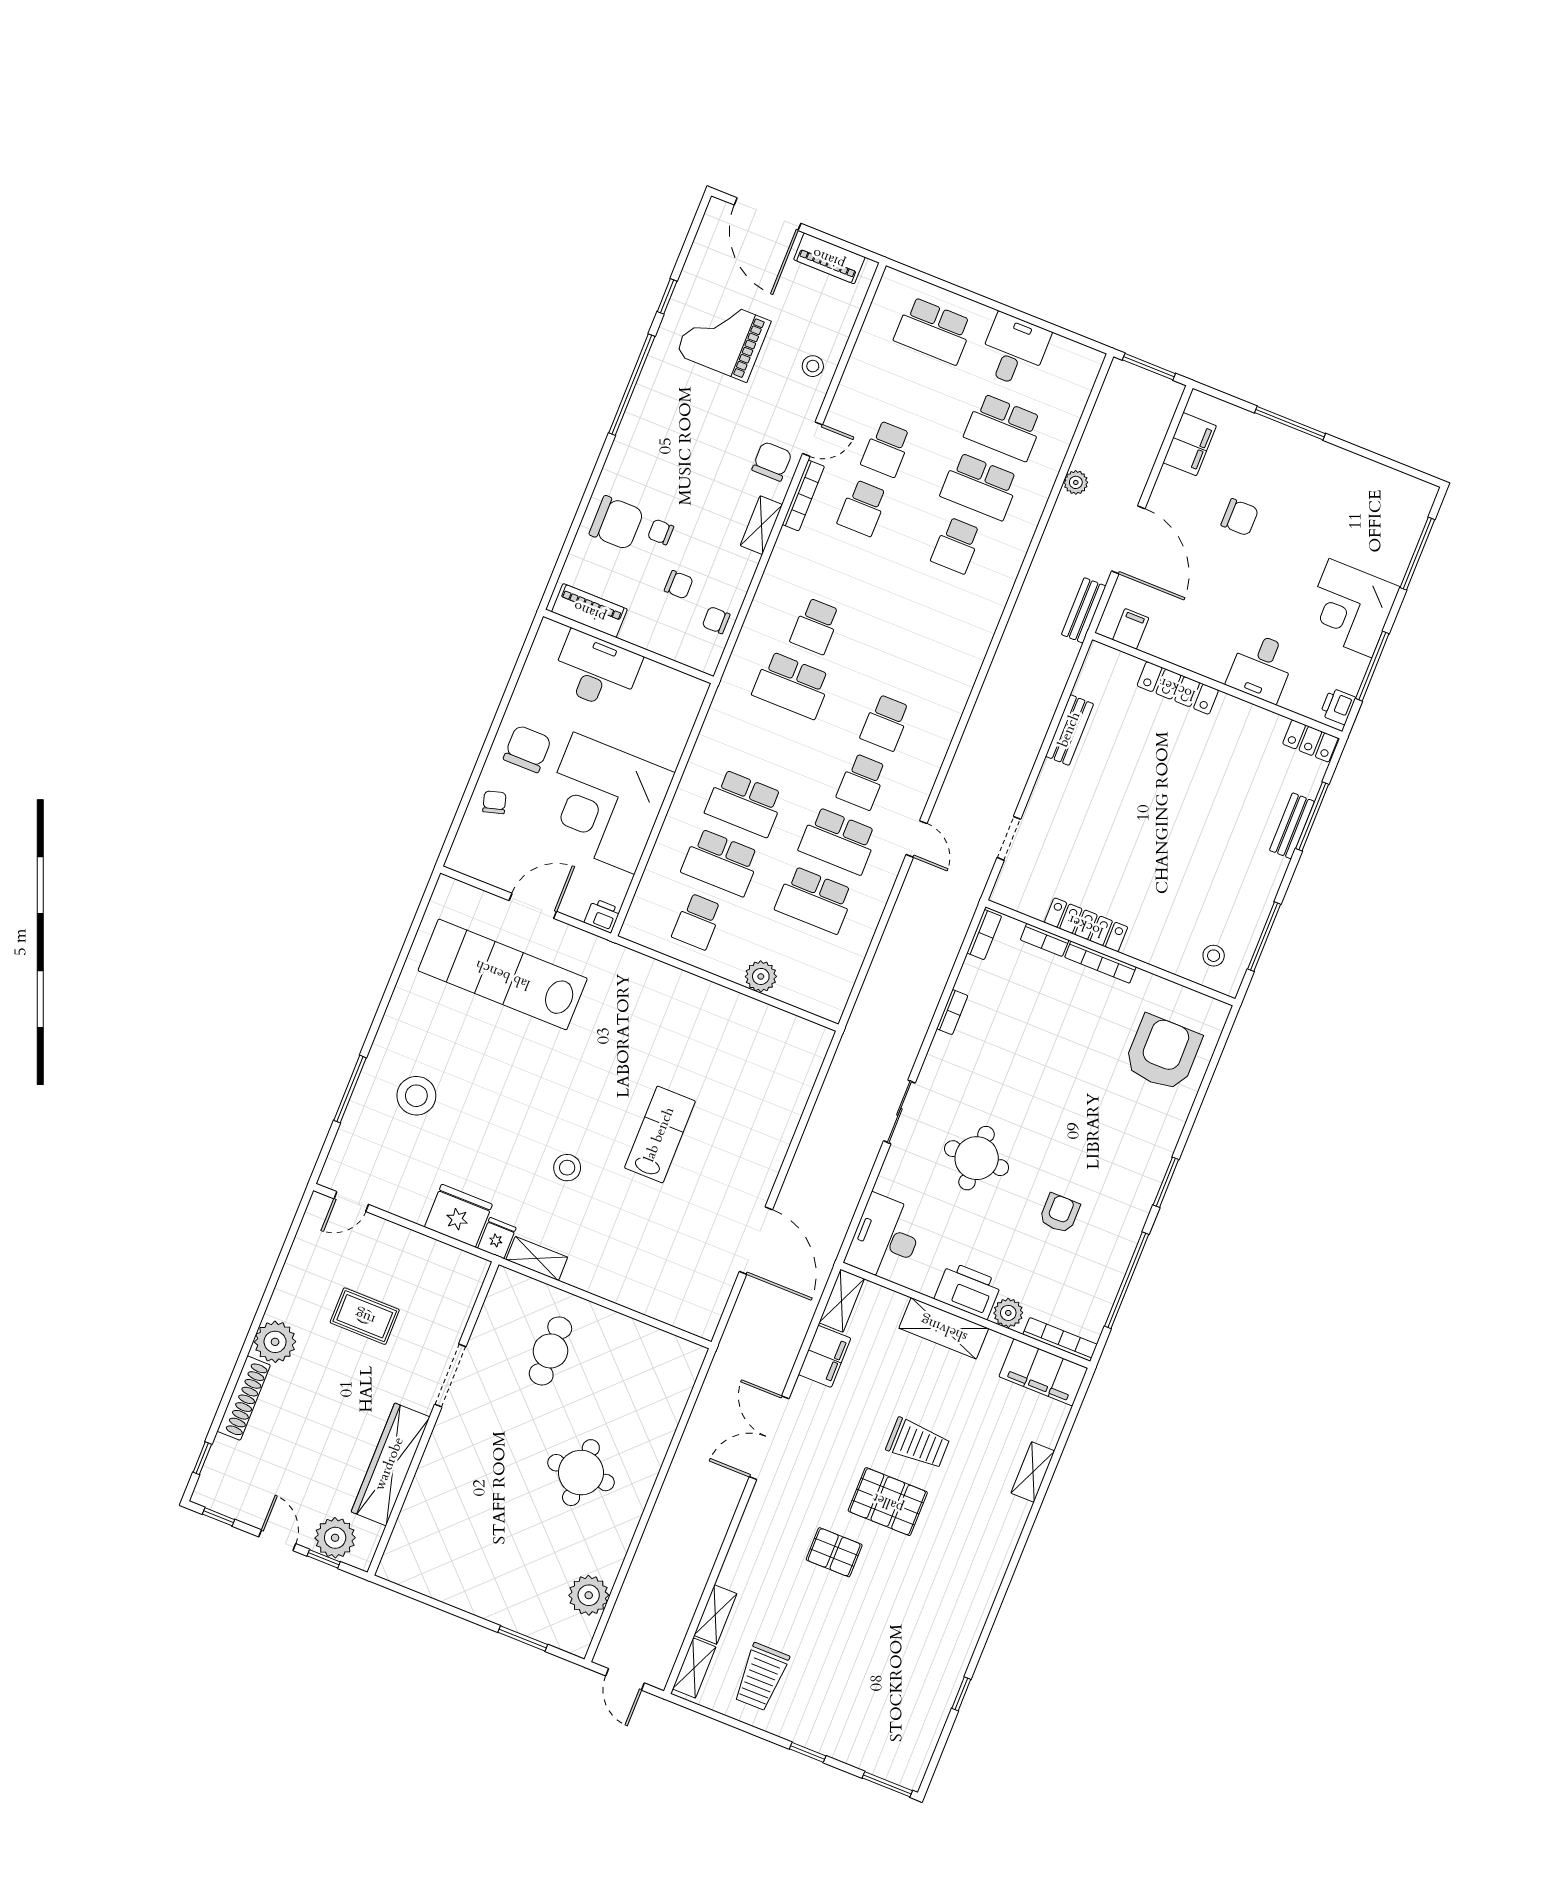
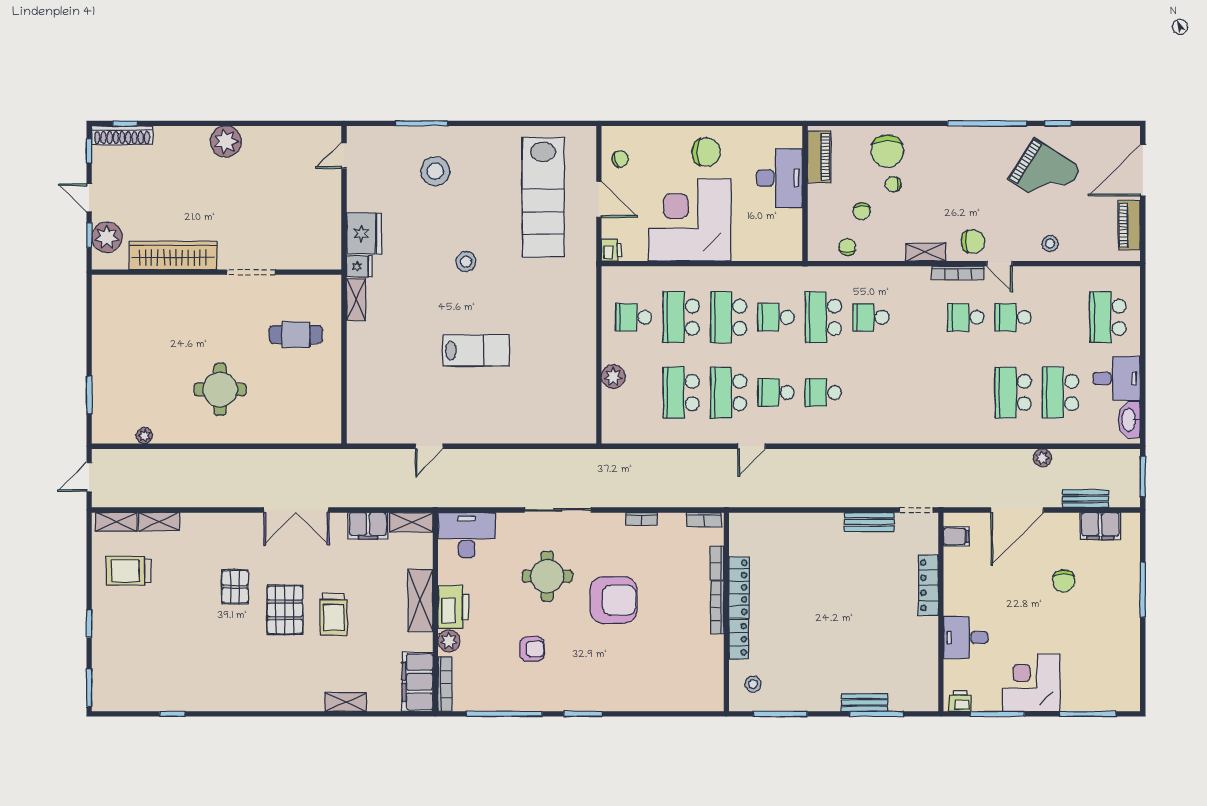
grand piano: (723, 338) -> (1045, 174), turned 122
washbasin: (1072, 355) -> (1129, 420), added
chair: (661, 532) -> (893, 184), turned -90
school desk: (956, 545) -> (776, 317), moved
bench: (1084, 610) -> (1086, 499), moved
locker: (1310, 741) -> (739, 639), moved, turned 180
chair: (494, 802) -> (620, 159), moved
doorway: (1009, 838) -> (916, 510), moved
lab bench: (503, 974) -> (543, 197), turned 180
armchair: (1163, 1053) -> (614, 600), moved
sliding door: (899, 1112) -> (558, 510), width x1.37
stool: (567, 1168) -> (466, 262), moved
door: (351, 1202) -> (344, 155), hinge flipped
door: (756, 1241) -> (429, 446), width x0.53
rug: (365, 1316) -> (268, 196), removed
shoe rack: (244, 1398) -> (122, 135), moved
double door: (769, 1438) -> (296, 510), swing flipped
door: (277, 1540) -> (89, 198), swing flipped
plant: (589, 1595) -> (144, 436), width x0.53, depth x0.53

